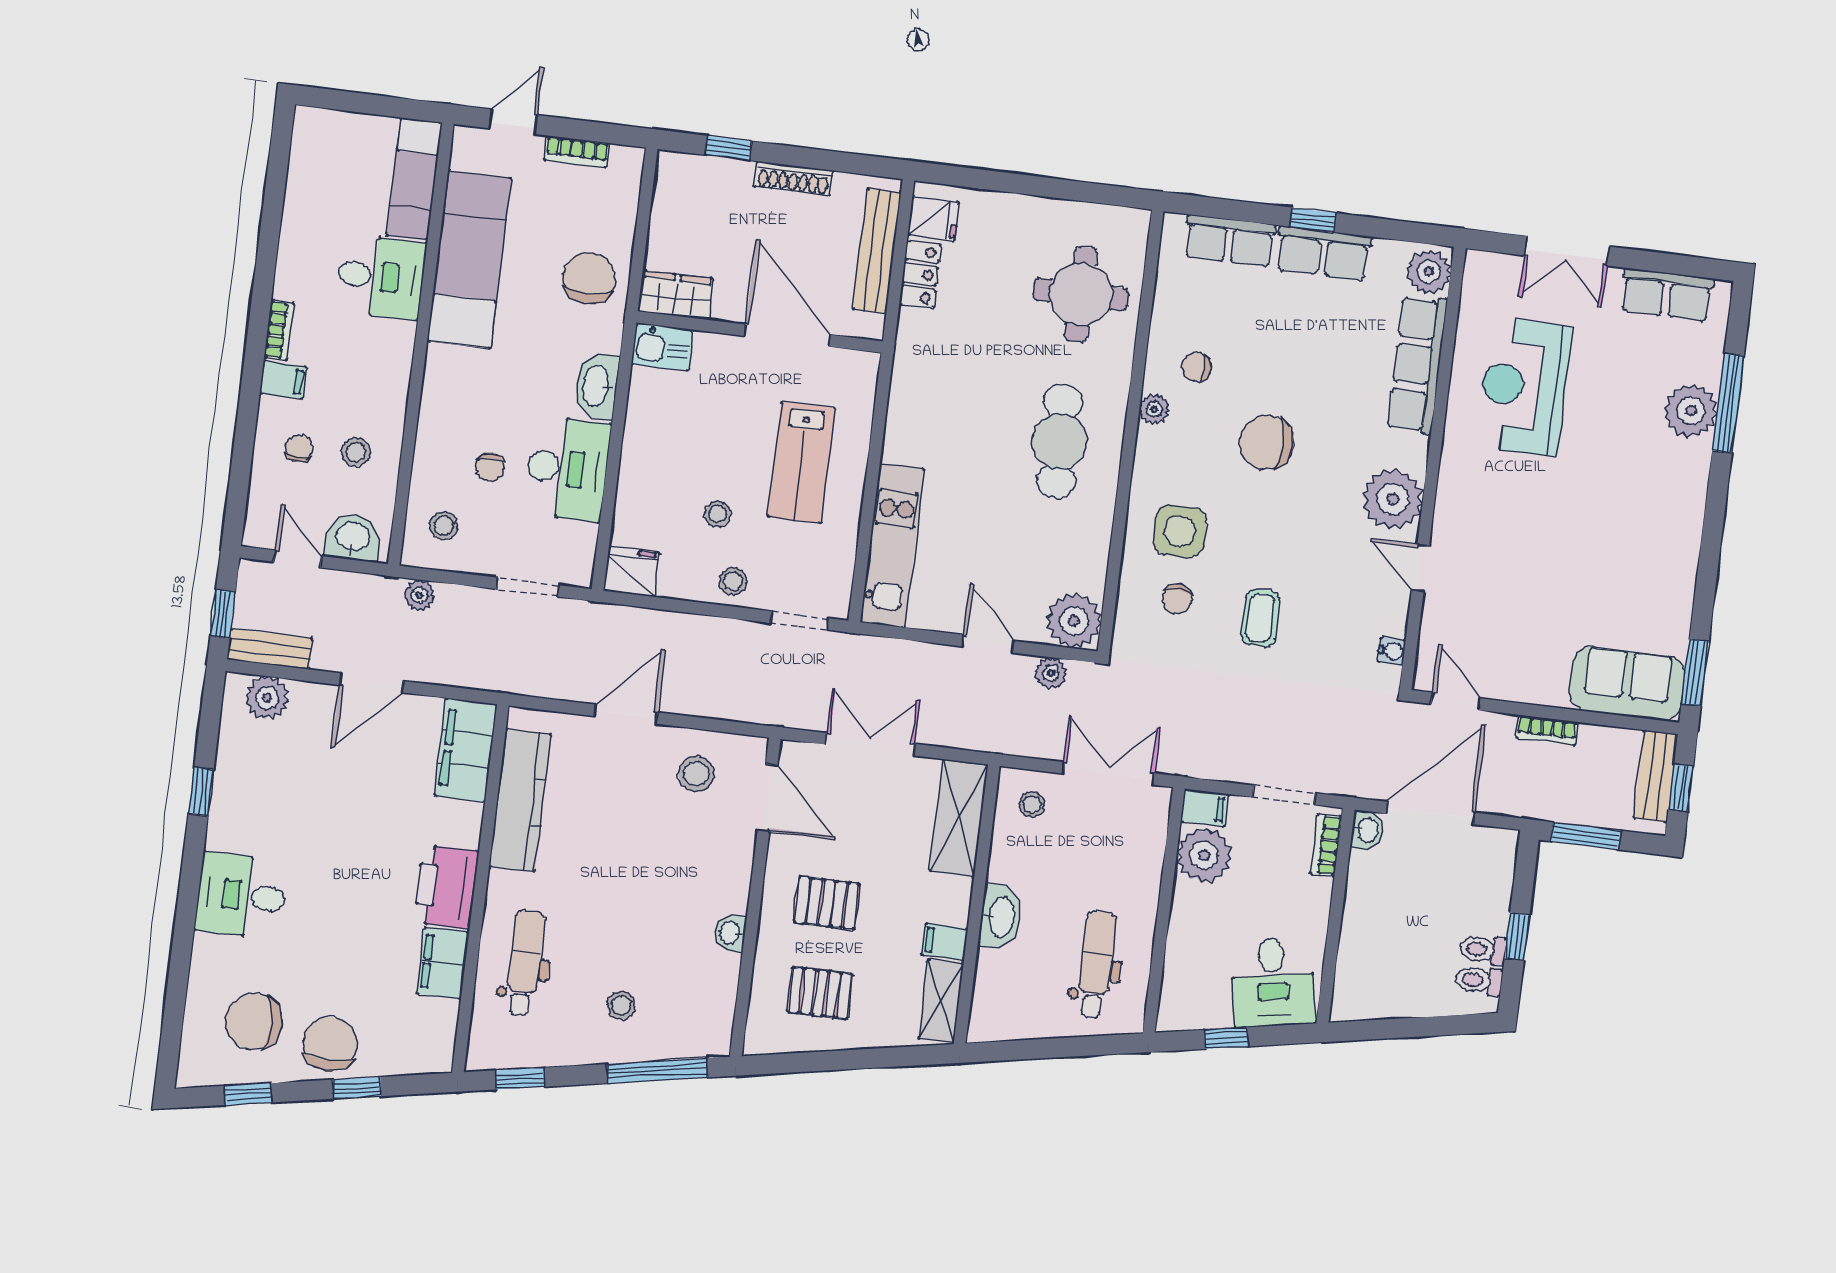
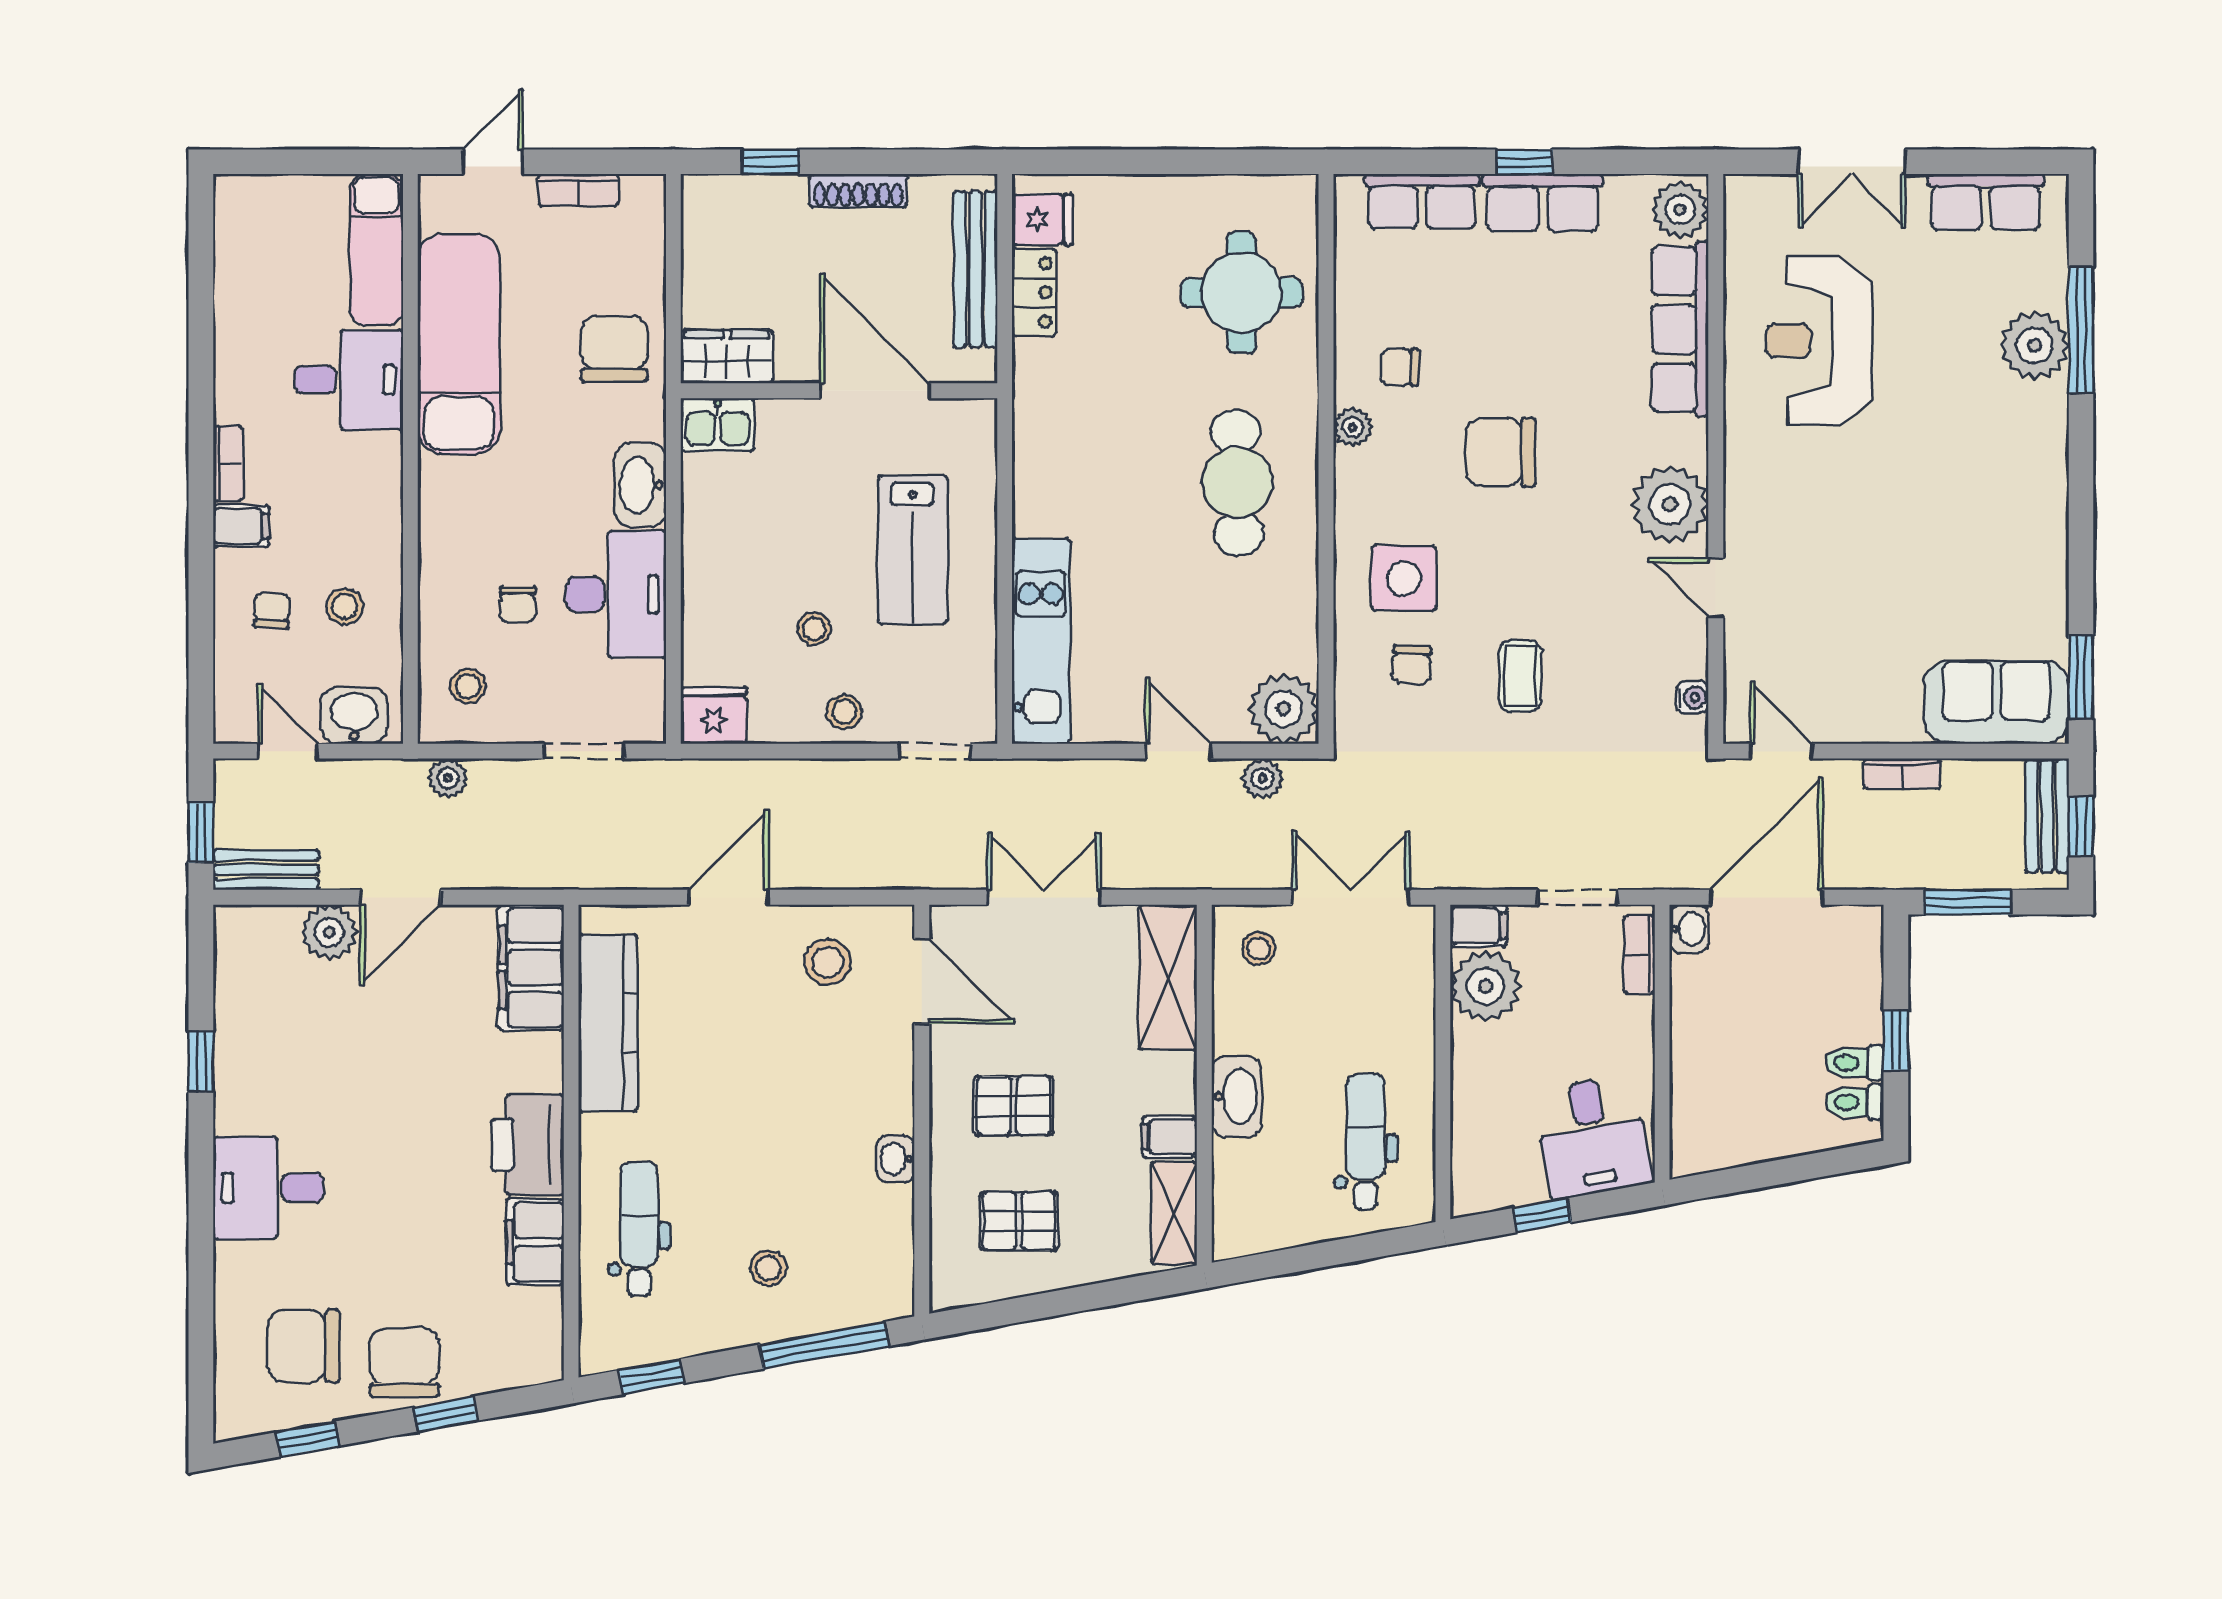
plant: (267, 698) -> (329, 932), moved

